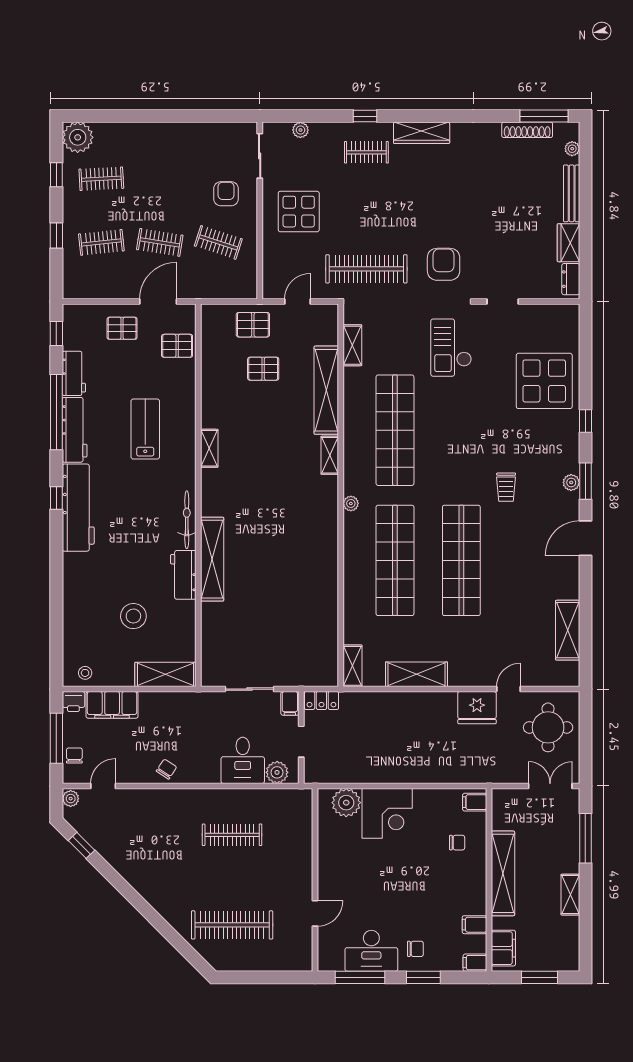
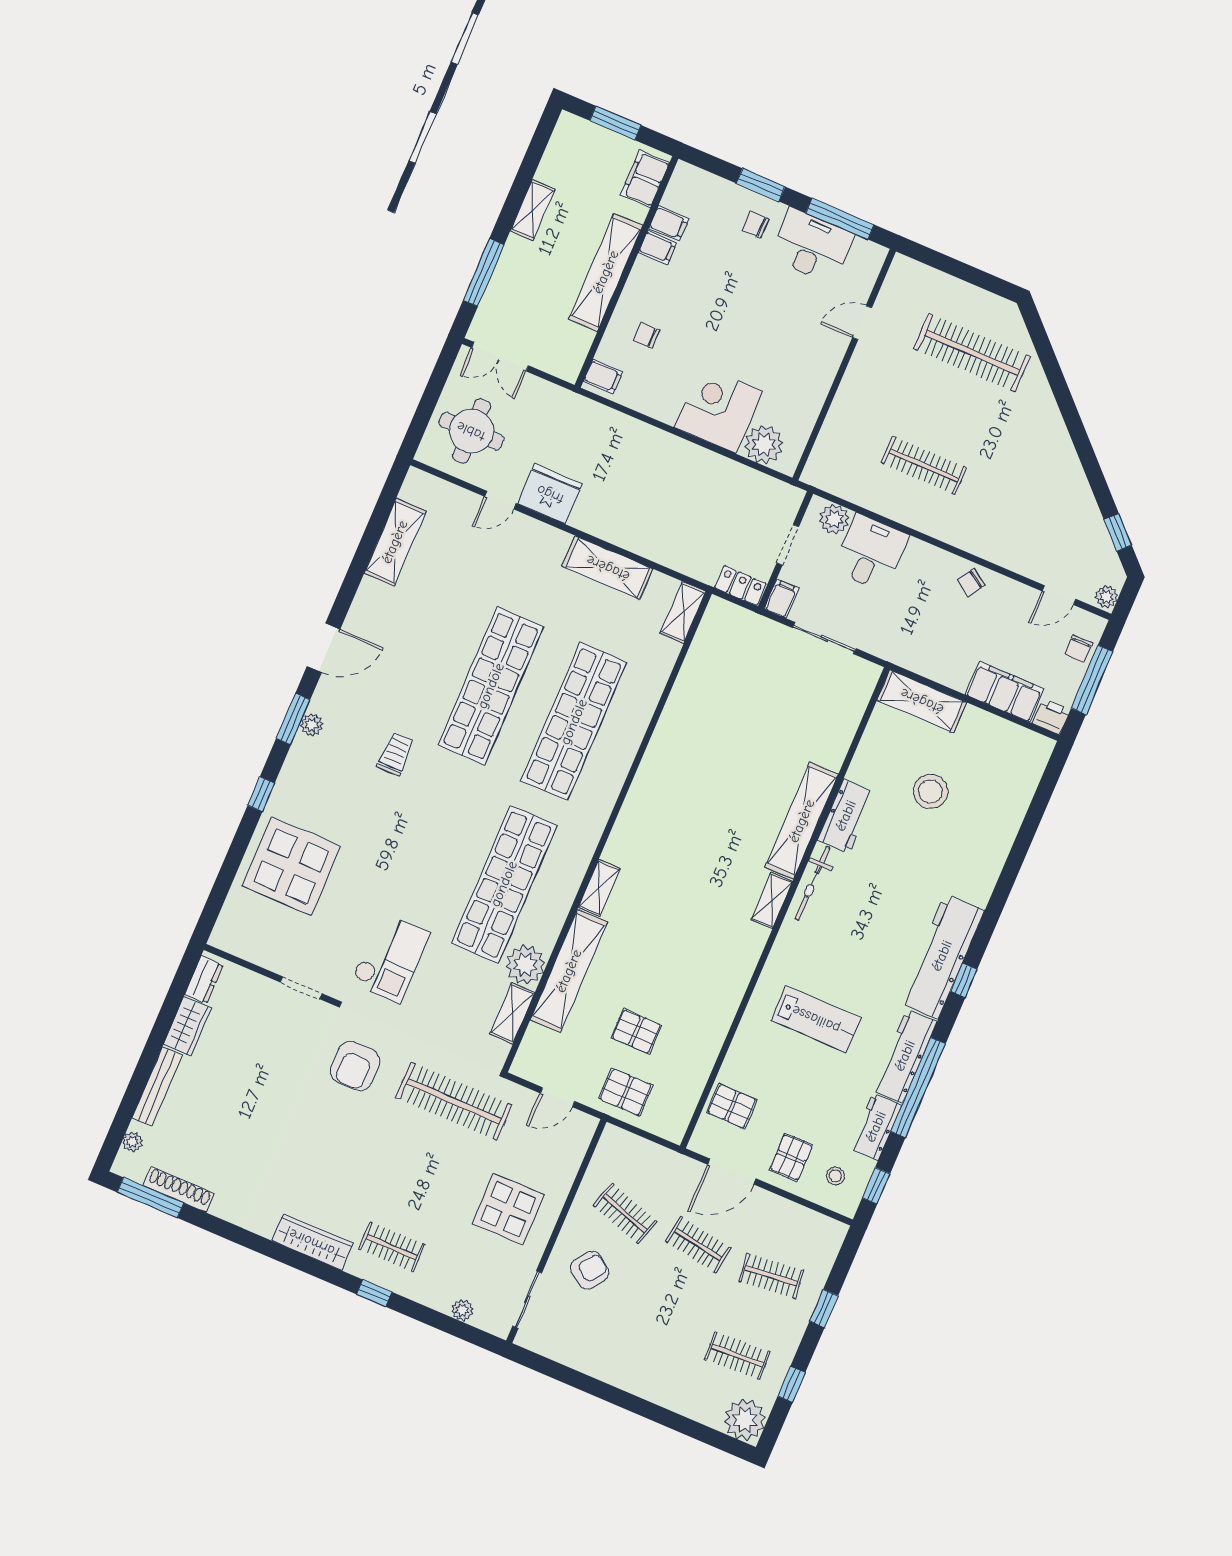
armchair: (226, 194) -> (589, 1270), turned -145
pallet: (122, 328) -> (791, 1157), turned 90
lab bench: (145, 429) -> (816, 1019), turned -90
shelving: (209, 448) -> (772, 901), moved
plant: (351, 503) -> (525, 965), moved, width x1.87, depth x1.87
stool: (85, 673) -> (835, 1176), moved
filing cabinet: (475, 963) -> (658, 248), moved

